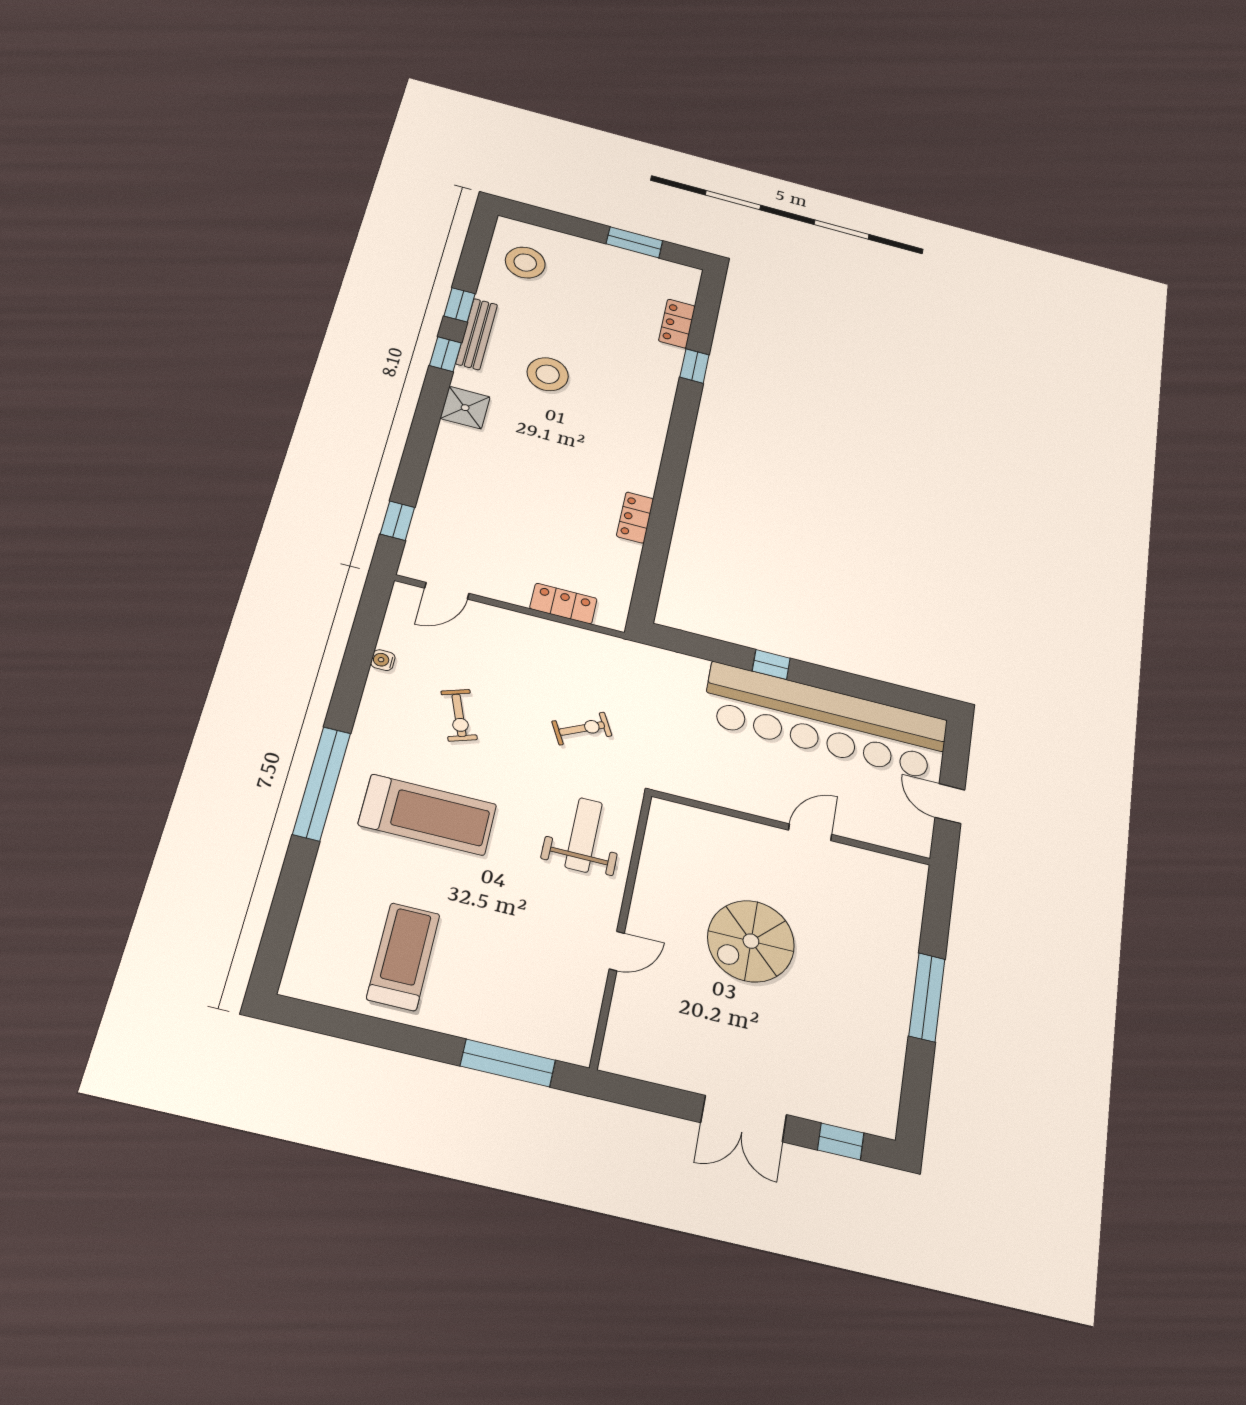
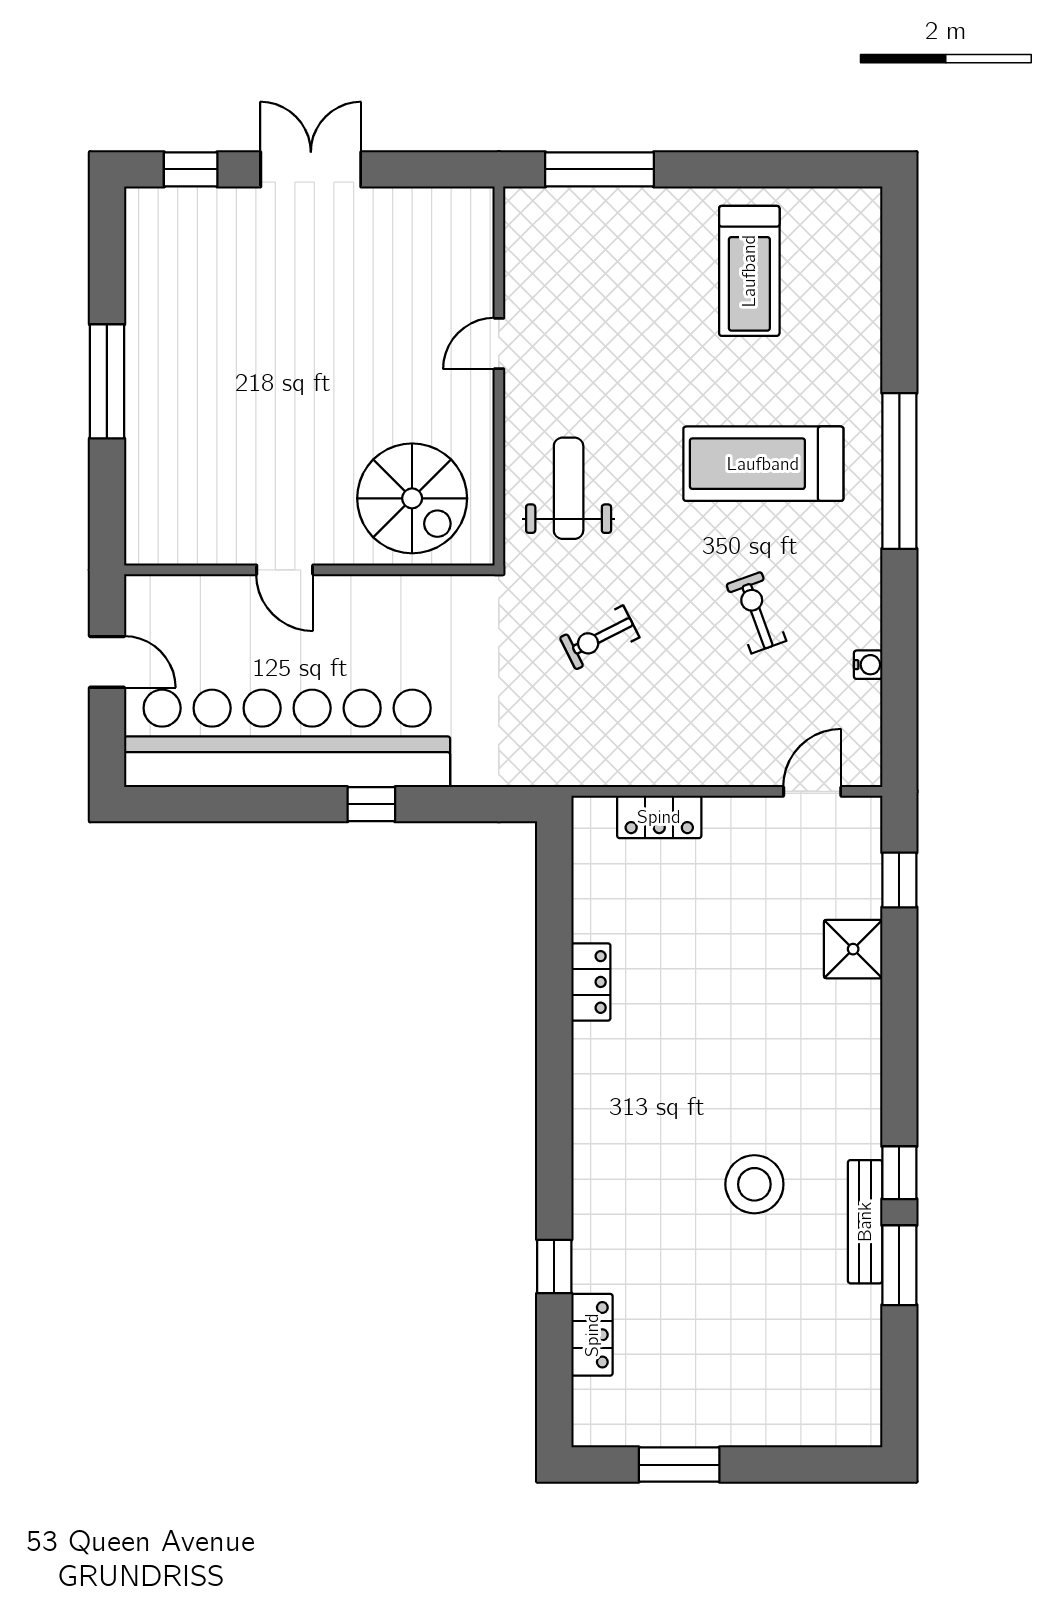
stool: (525, 263) -> (826, 1373), removed
window: (460, 305) -> (899, 1265), width x1.50
shower: (465, 408) -> (853, 949), moved
door: (810, 832) -> (285, 570), hinge flipped
weight bench: (584, 835) -> (569, 488), turned 180
spiral stairs: (751, 941) -> (412, 498), moved, turned 90

